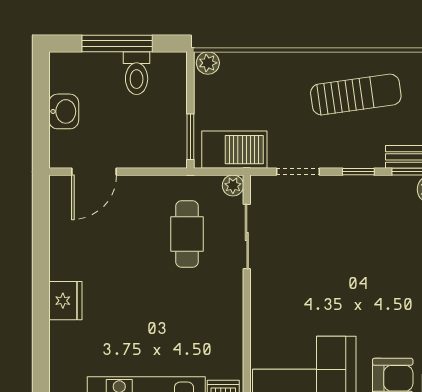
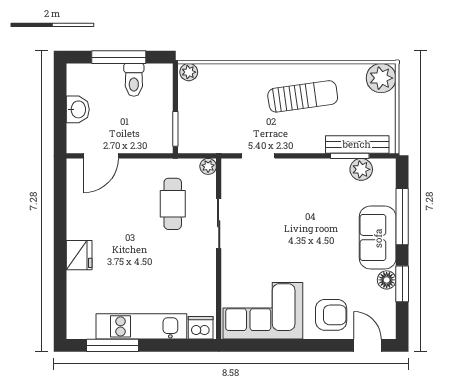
barbecue: (234, 150) -> (209, 139), removed
window: (358, 172) -> (305, 156), removed
sliding door: (247, 236) -> (219, 224), moved

